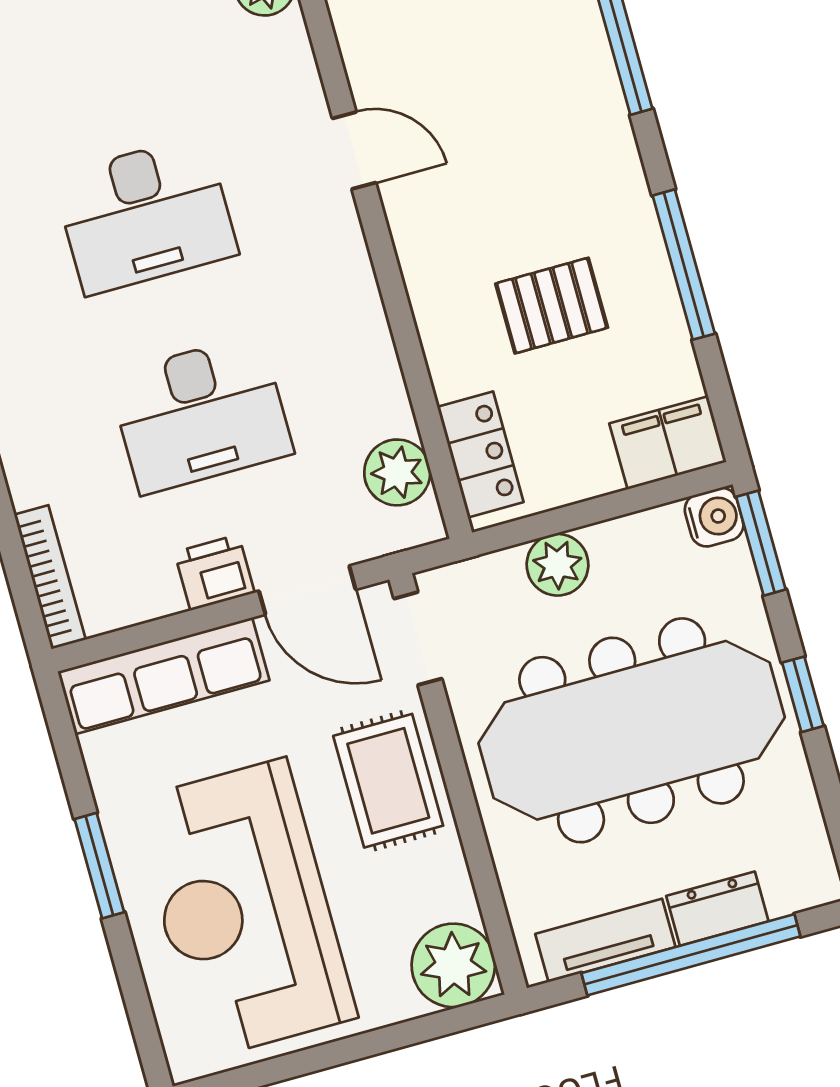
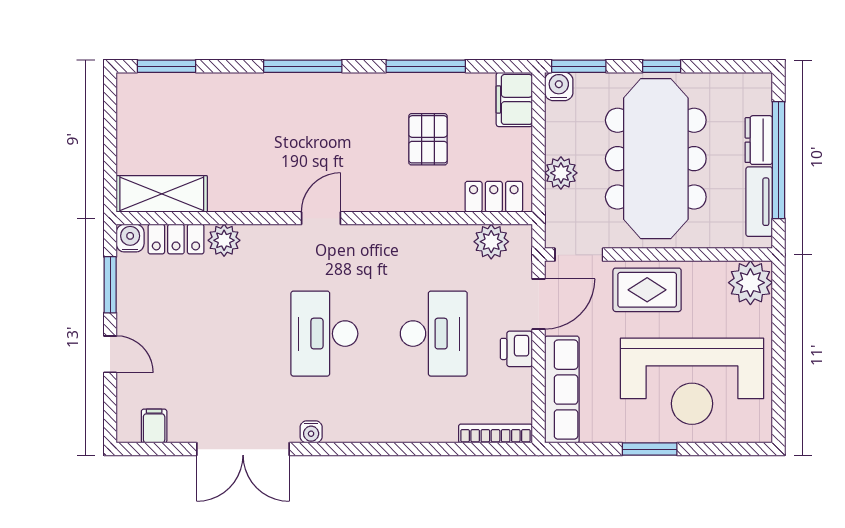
desk: (145, 215) -> (324, 334), turned 180

